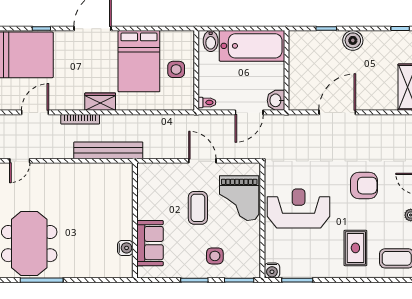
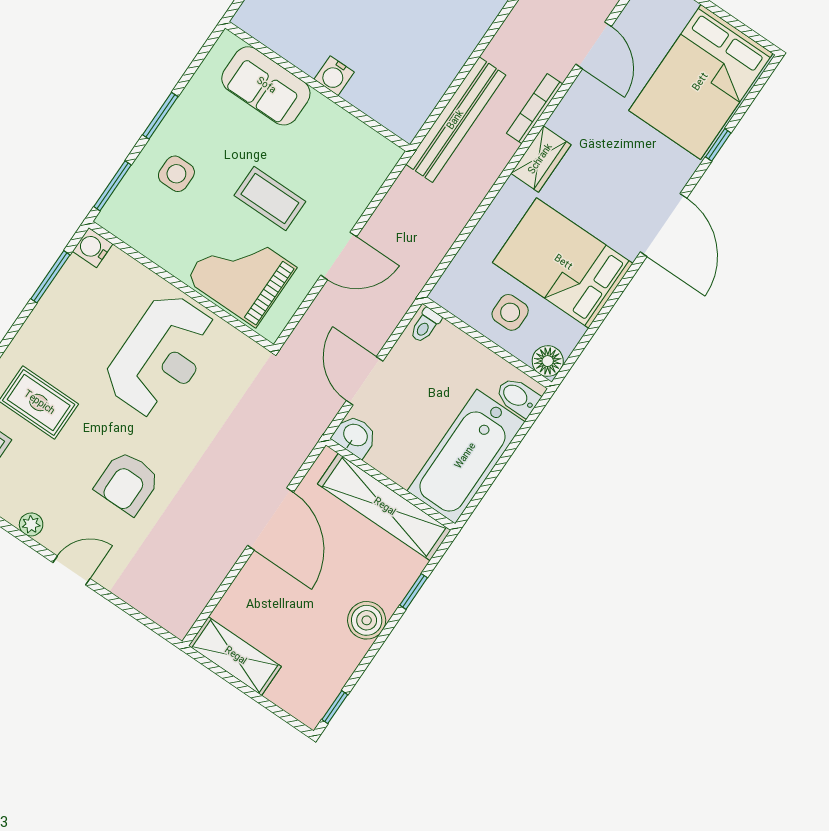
floor lamp: (186, 39) -> (548, 361), added
shelving: (298, 66) -> (384, 507), added
water cooler: (125, 248) -> (334, 76), moved

